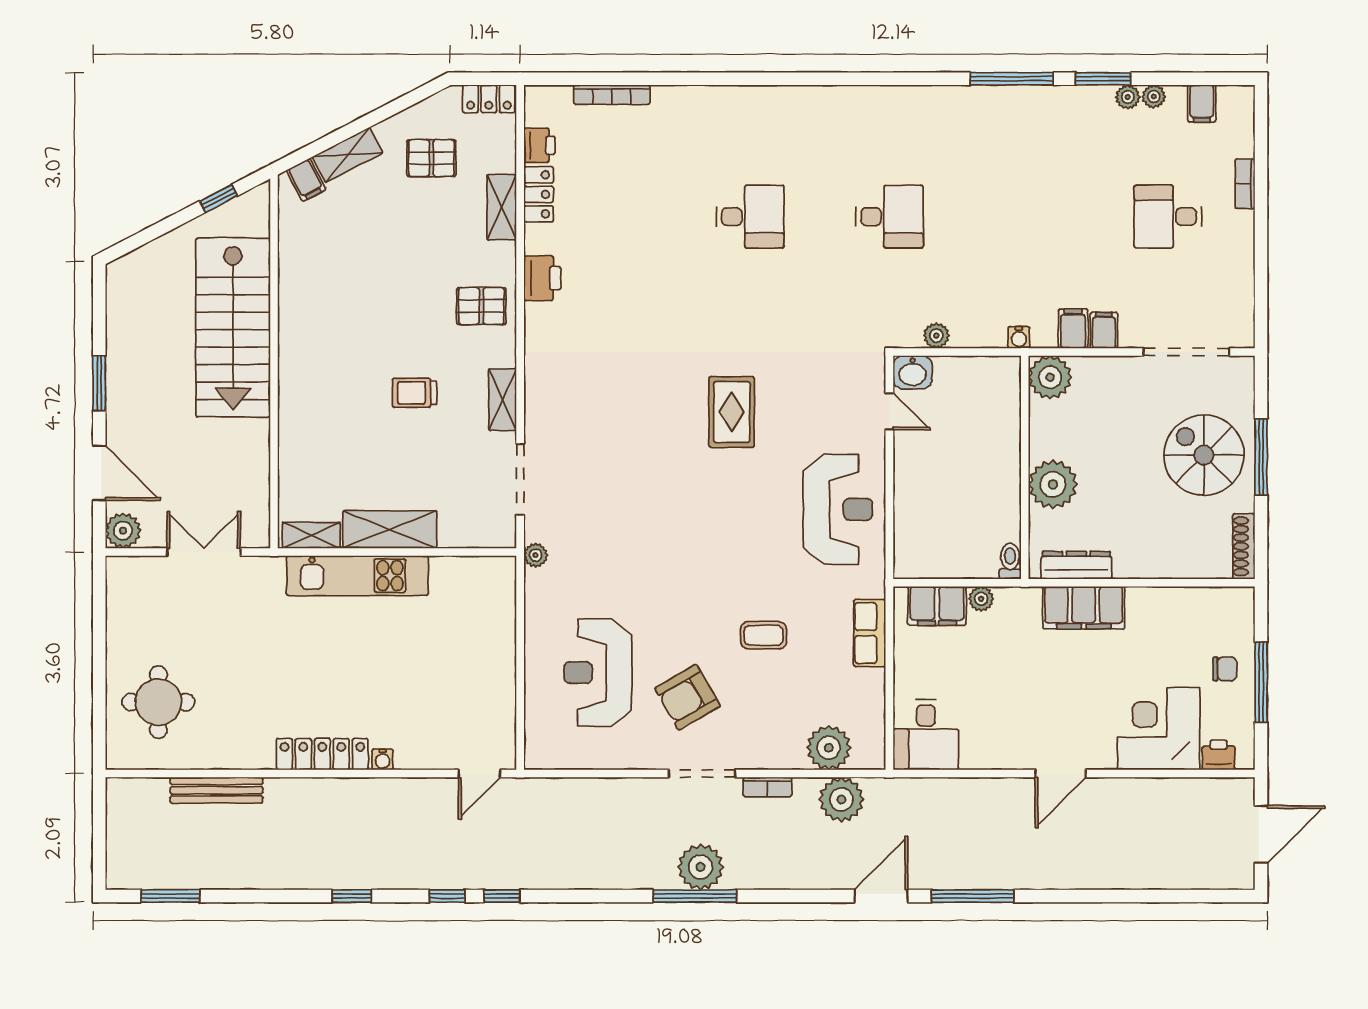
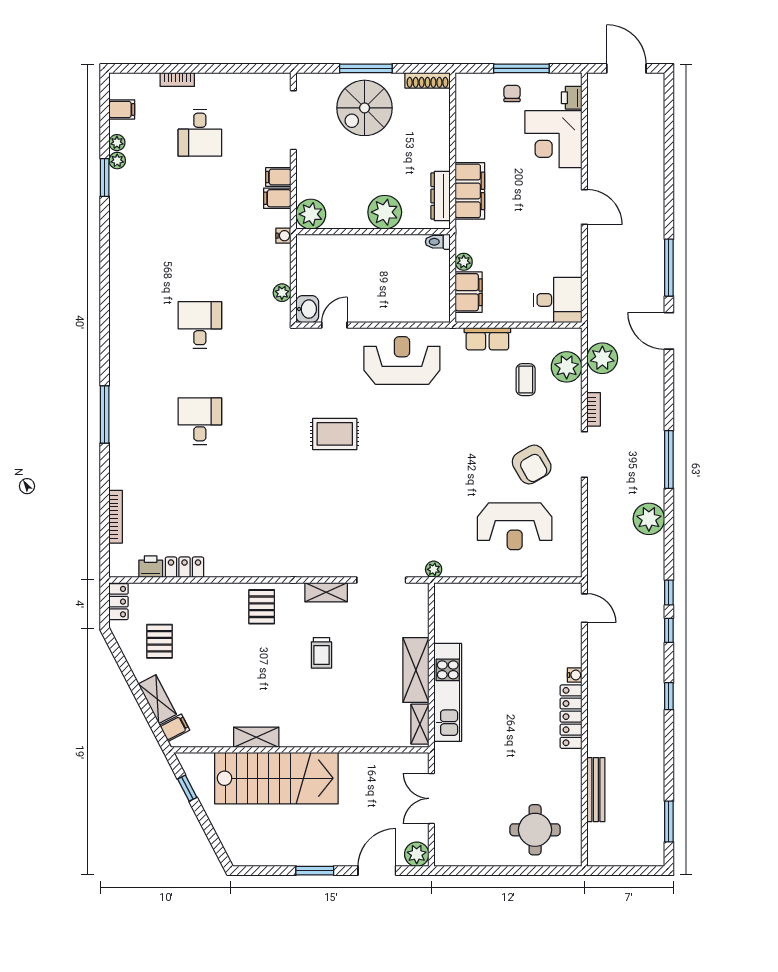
window: (1012, 79) -> (105, 414), moved
shelving: (502, 207) -> (256, 737), moved
printer: (542, 278) -> (242, 565), removed
coffee table: (764, 635) -> (526, 380), moved
plant: (701, 867) -> (649, 519), moved

